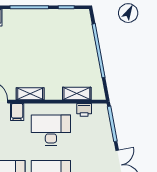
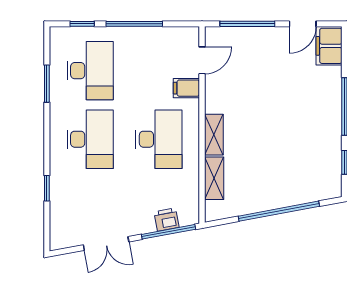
shelving: (30, 94) -> (214, 135), moved
printer: (84, 110) -> (167, 219), moved, turned 79

